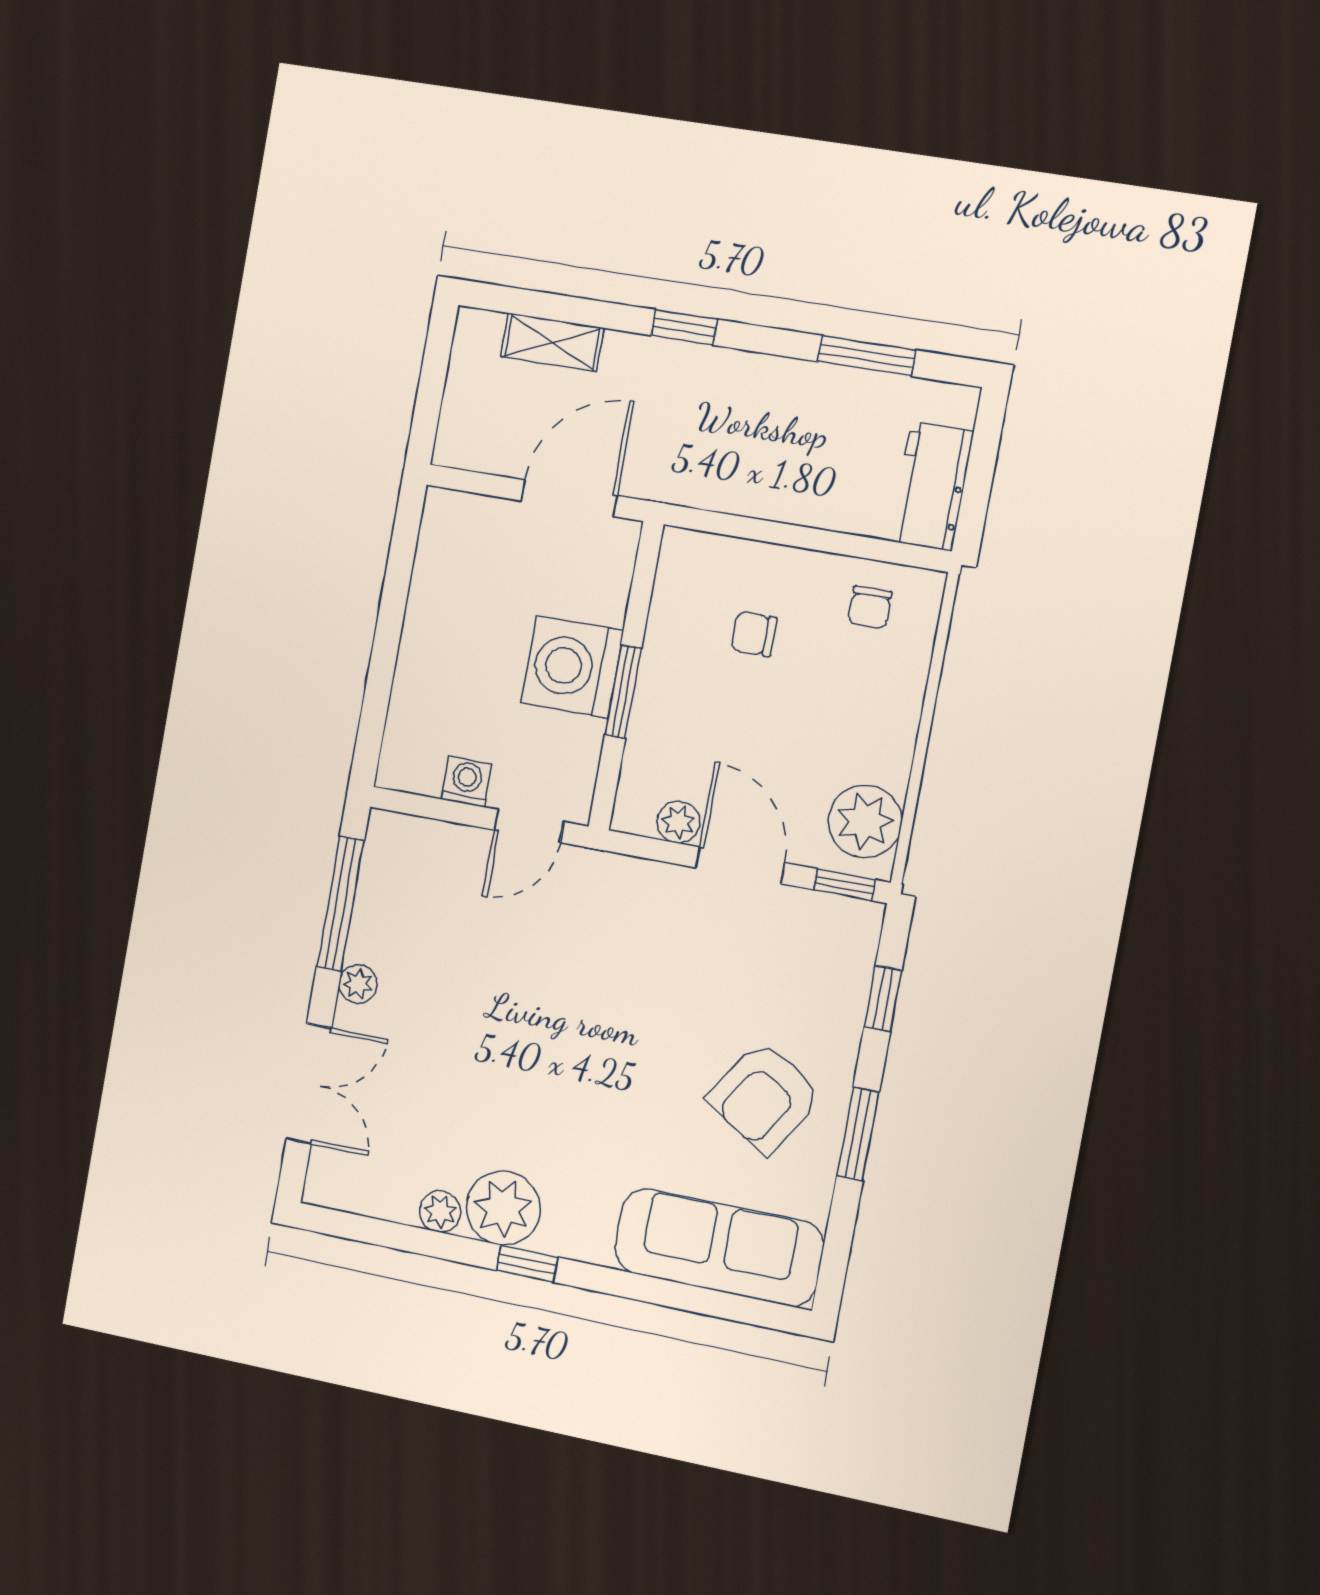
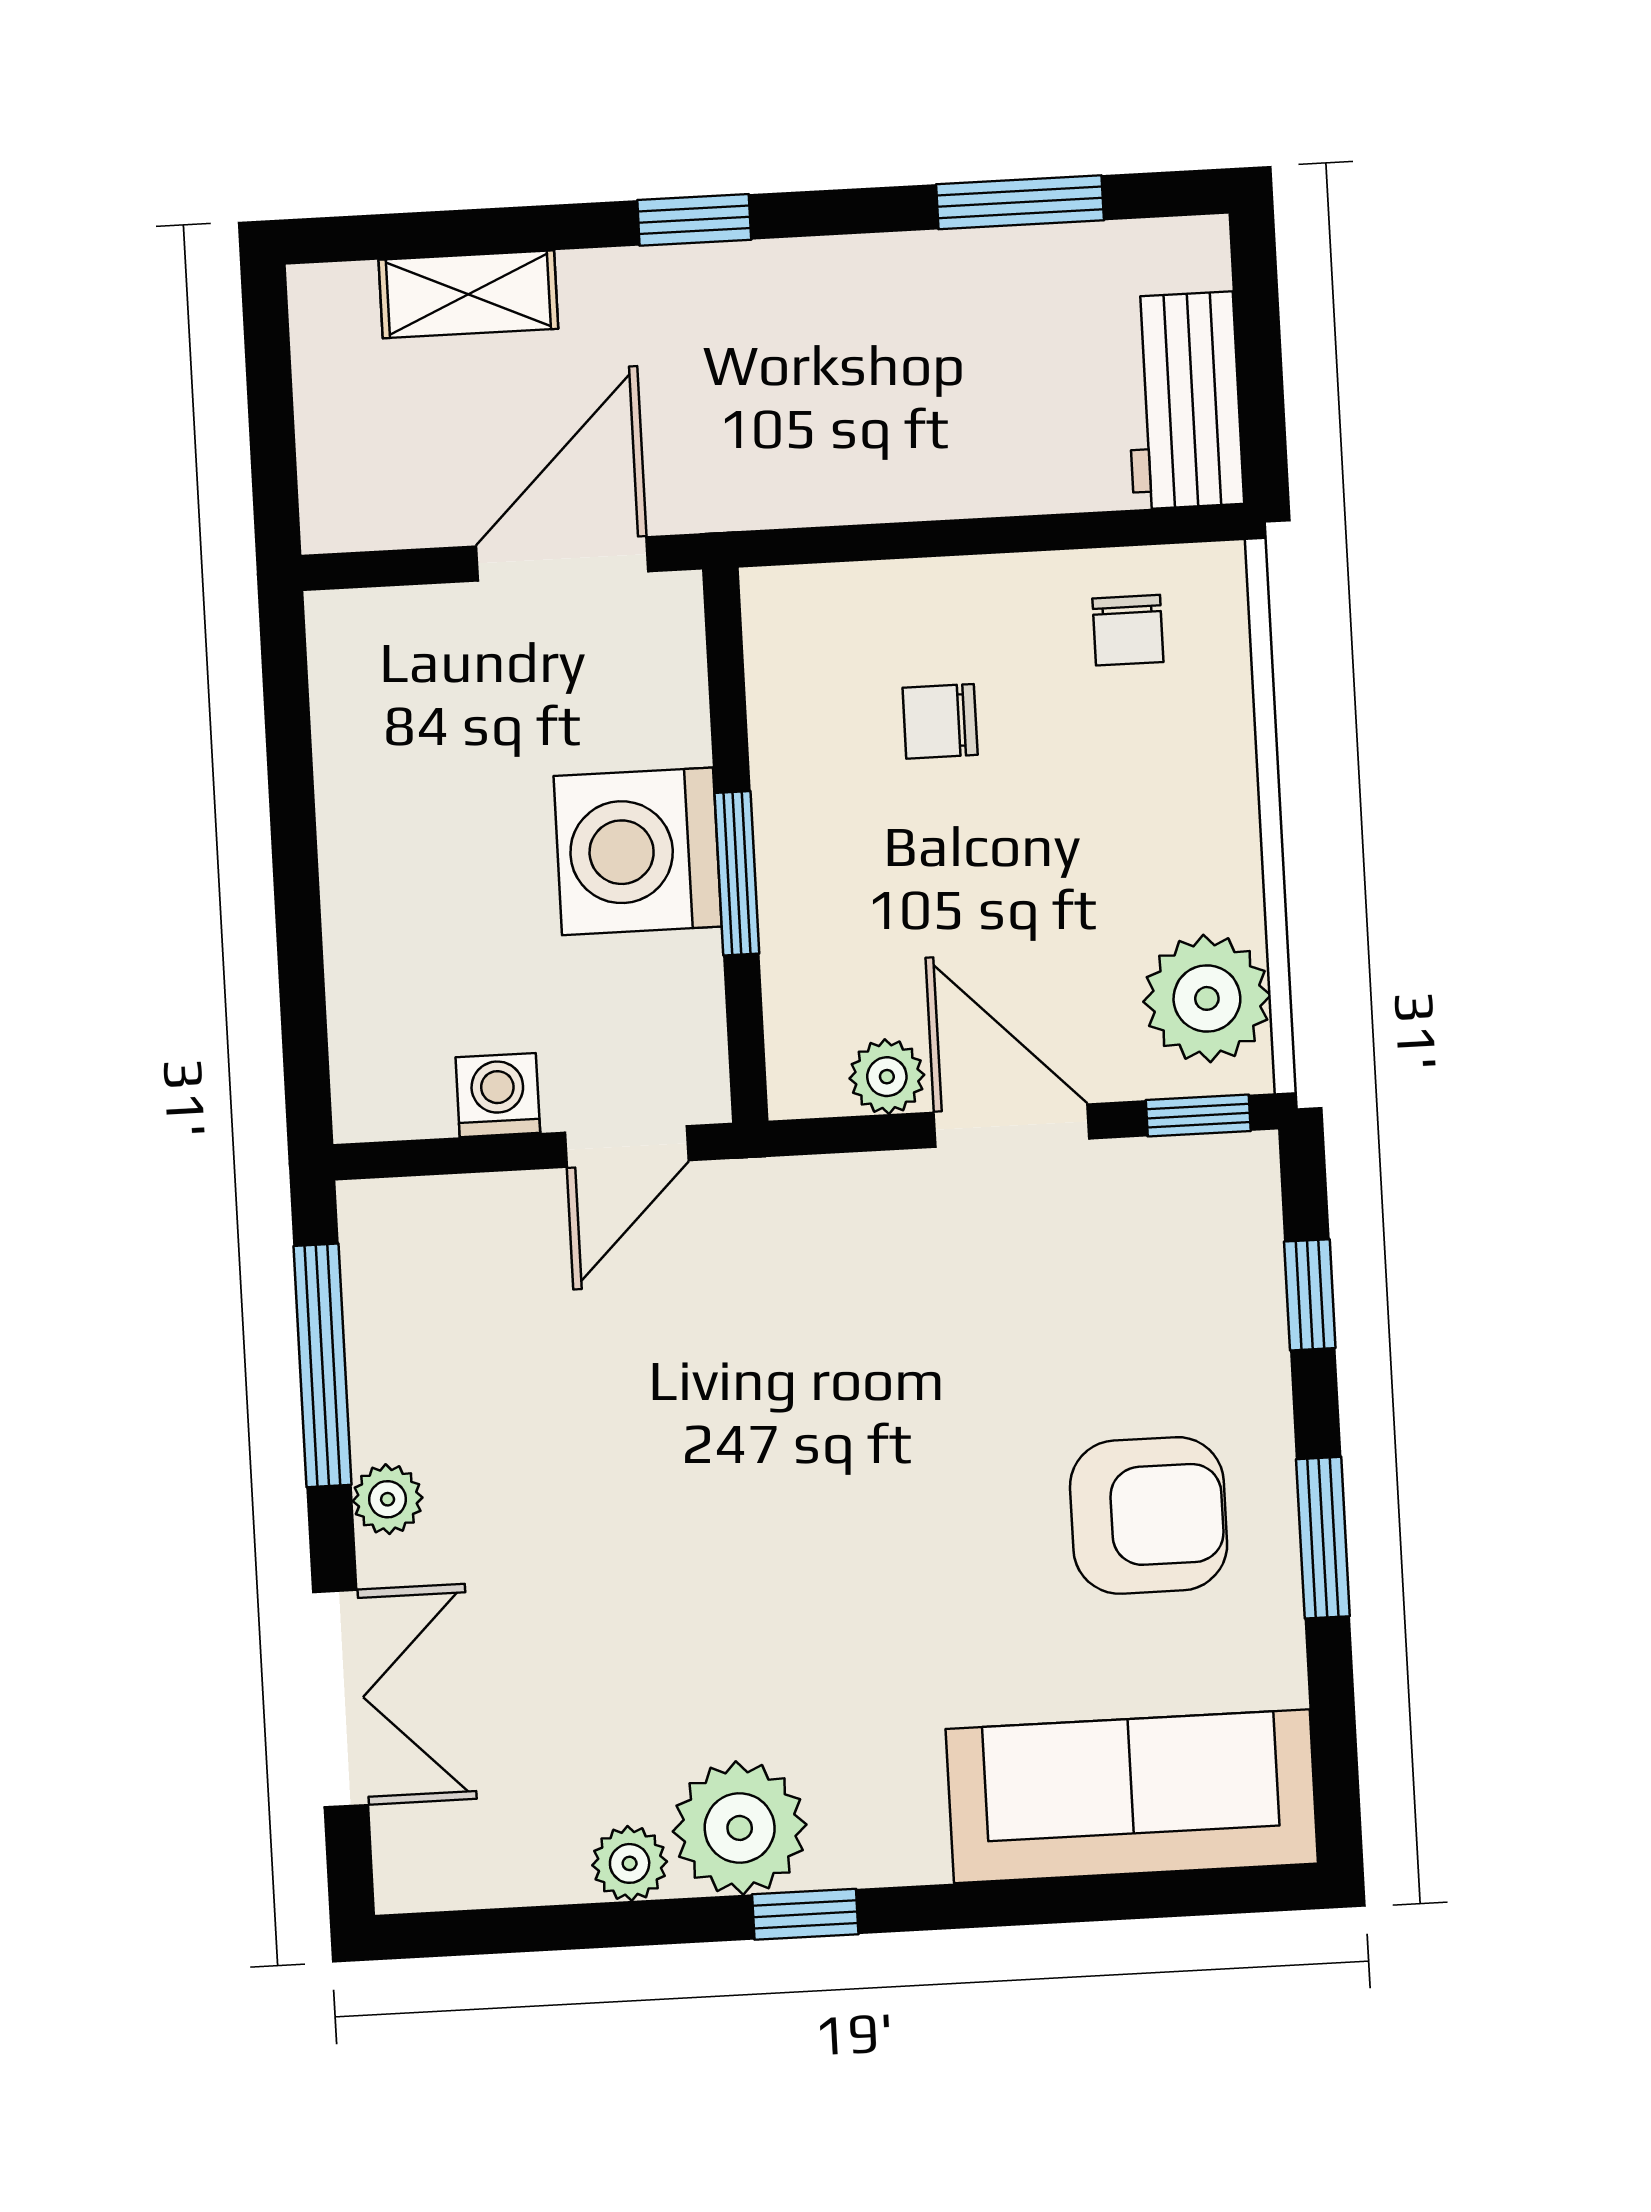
armchair: (765, 1097) -> (1149, 1515), turned -122

